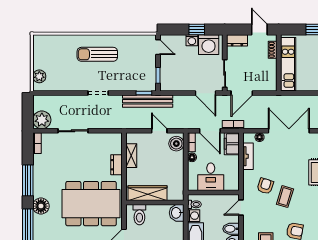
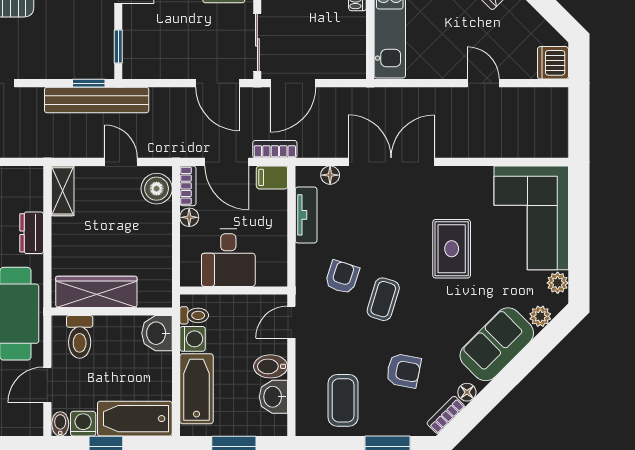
filing cabinet: (232, 144) -> (272, 177), width x0.50
shelving: (131, 156) -> (63, 191), moved

